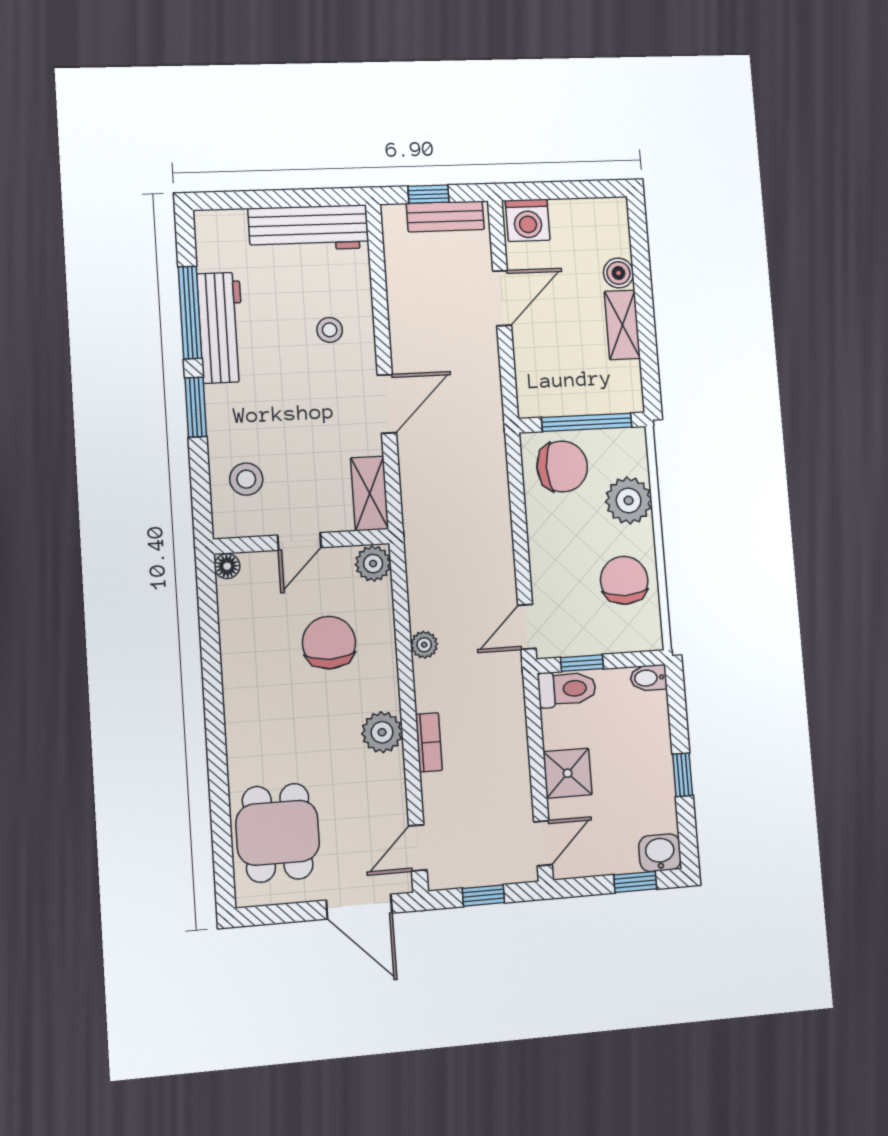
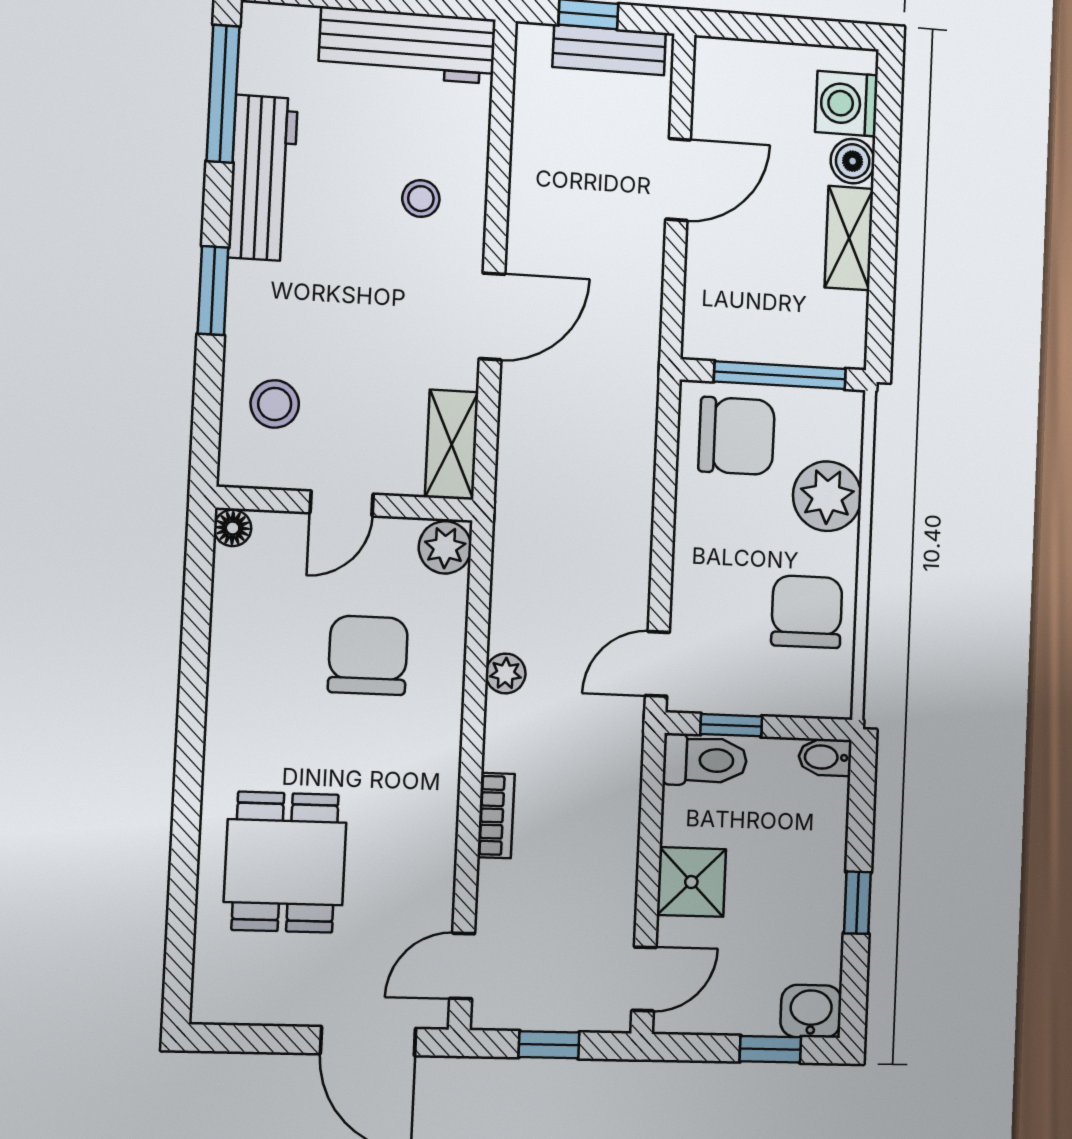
washing machine: (528, 220) -> (847, 104), moved, turned 90
window: (190, 313) -> (223, 94), moved
plant: (382, 732) -> (430, 794), removed
dining table: (278, 833) -> (285, 862), moved

